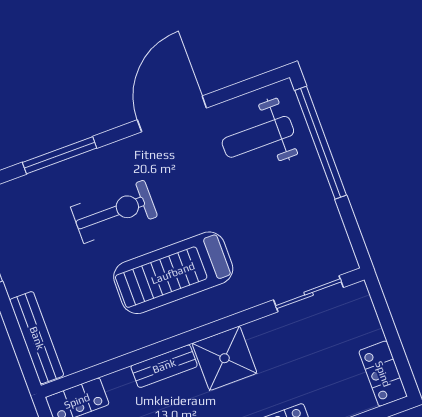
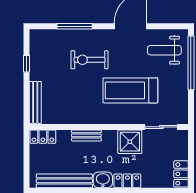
exercise bike: (114, 212) -> (89, 60), turned 180
treadmill: (173, 273) -> (130, 90), moved
shower: (225, 358) -> (130, 142), moved

